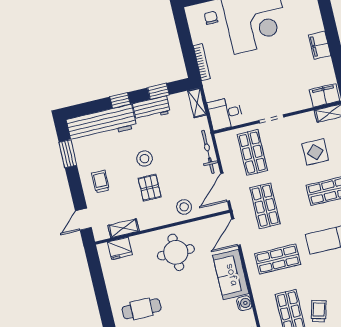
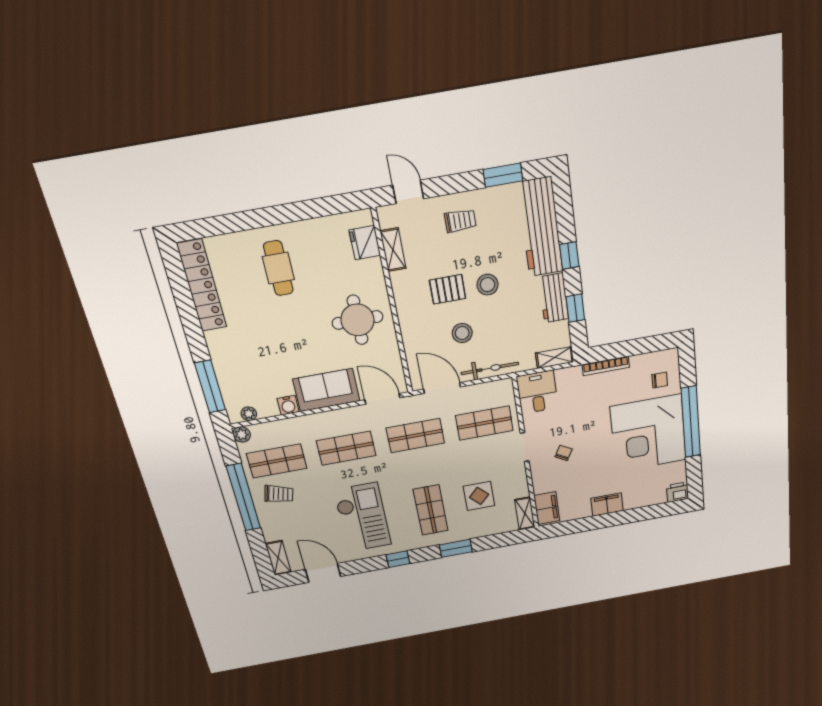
chair: (275, 87) -> (564, 453), added
stool: (184, 207) -> (462, 333), moved
shop shelf: (278, 259) -> (346, 448), turned 90

